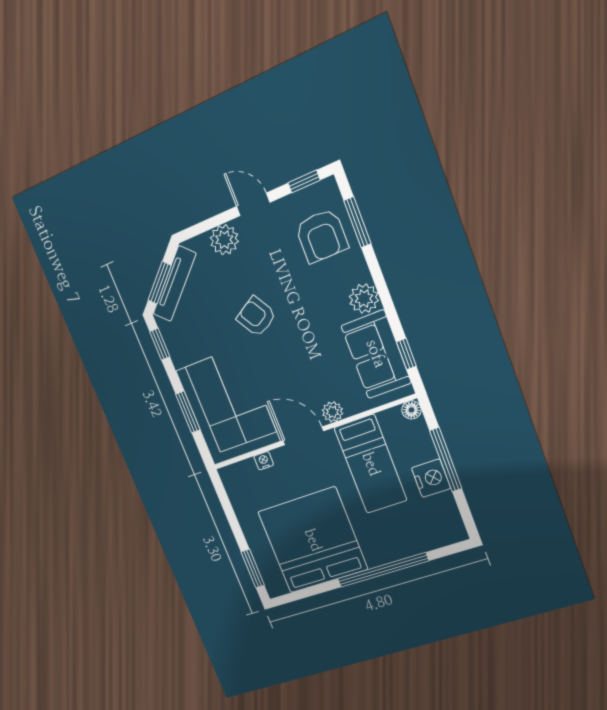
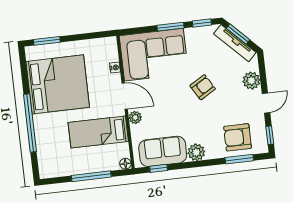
window: (188, 412) -> (171, 27), moved
door: (303, 436) -> (125, 96), hinge flipped
nightstand: (431, 478) -> (82, 165), removed

